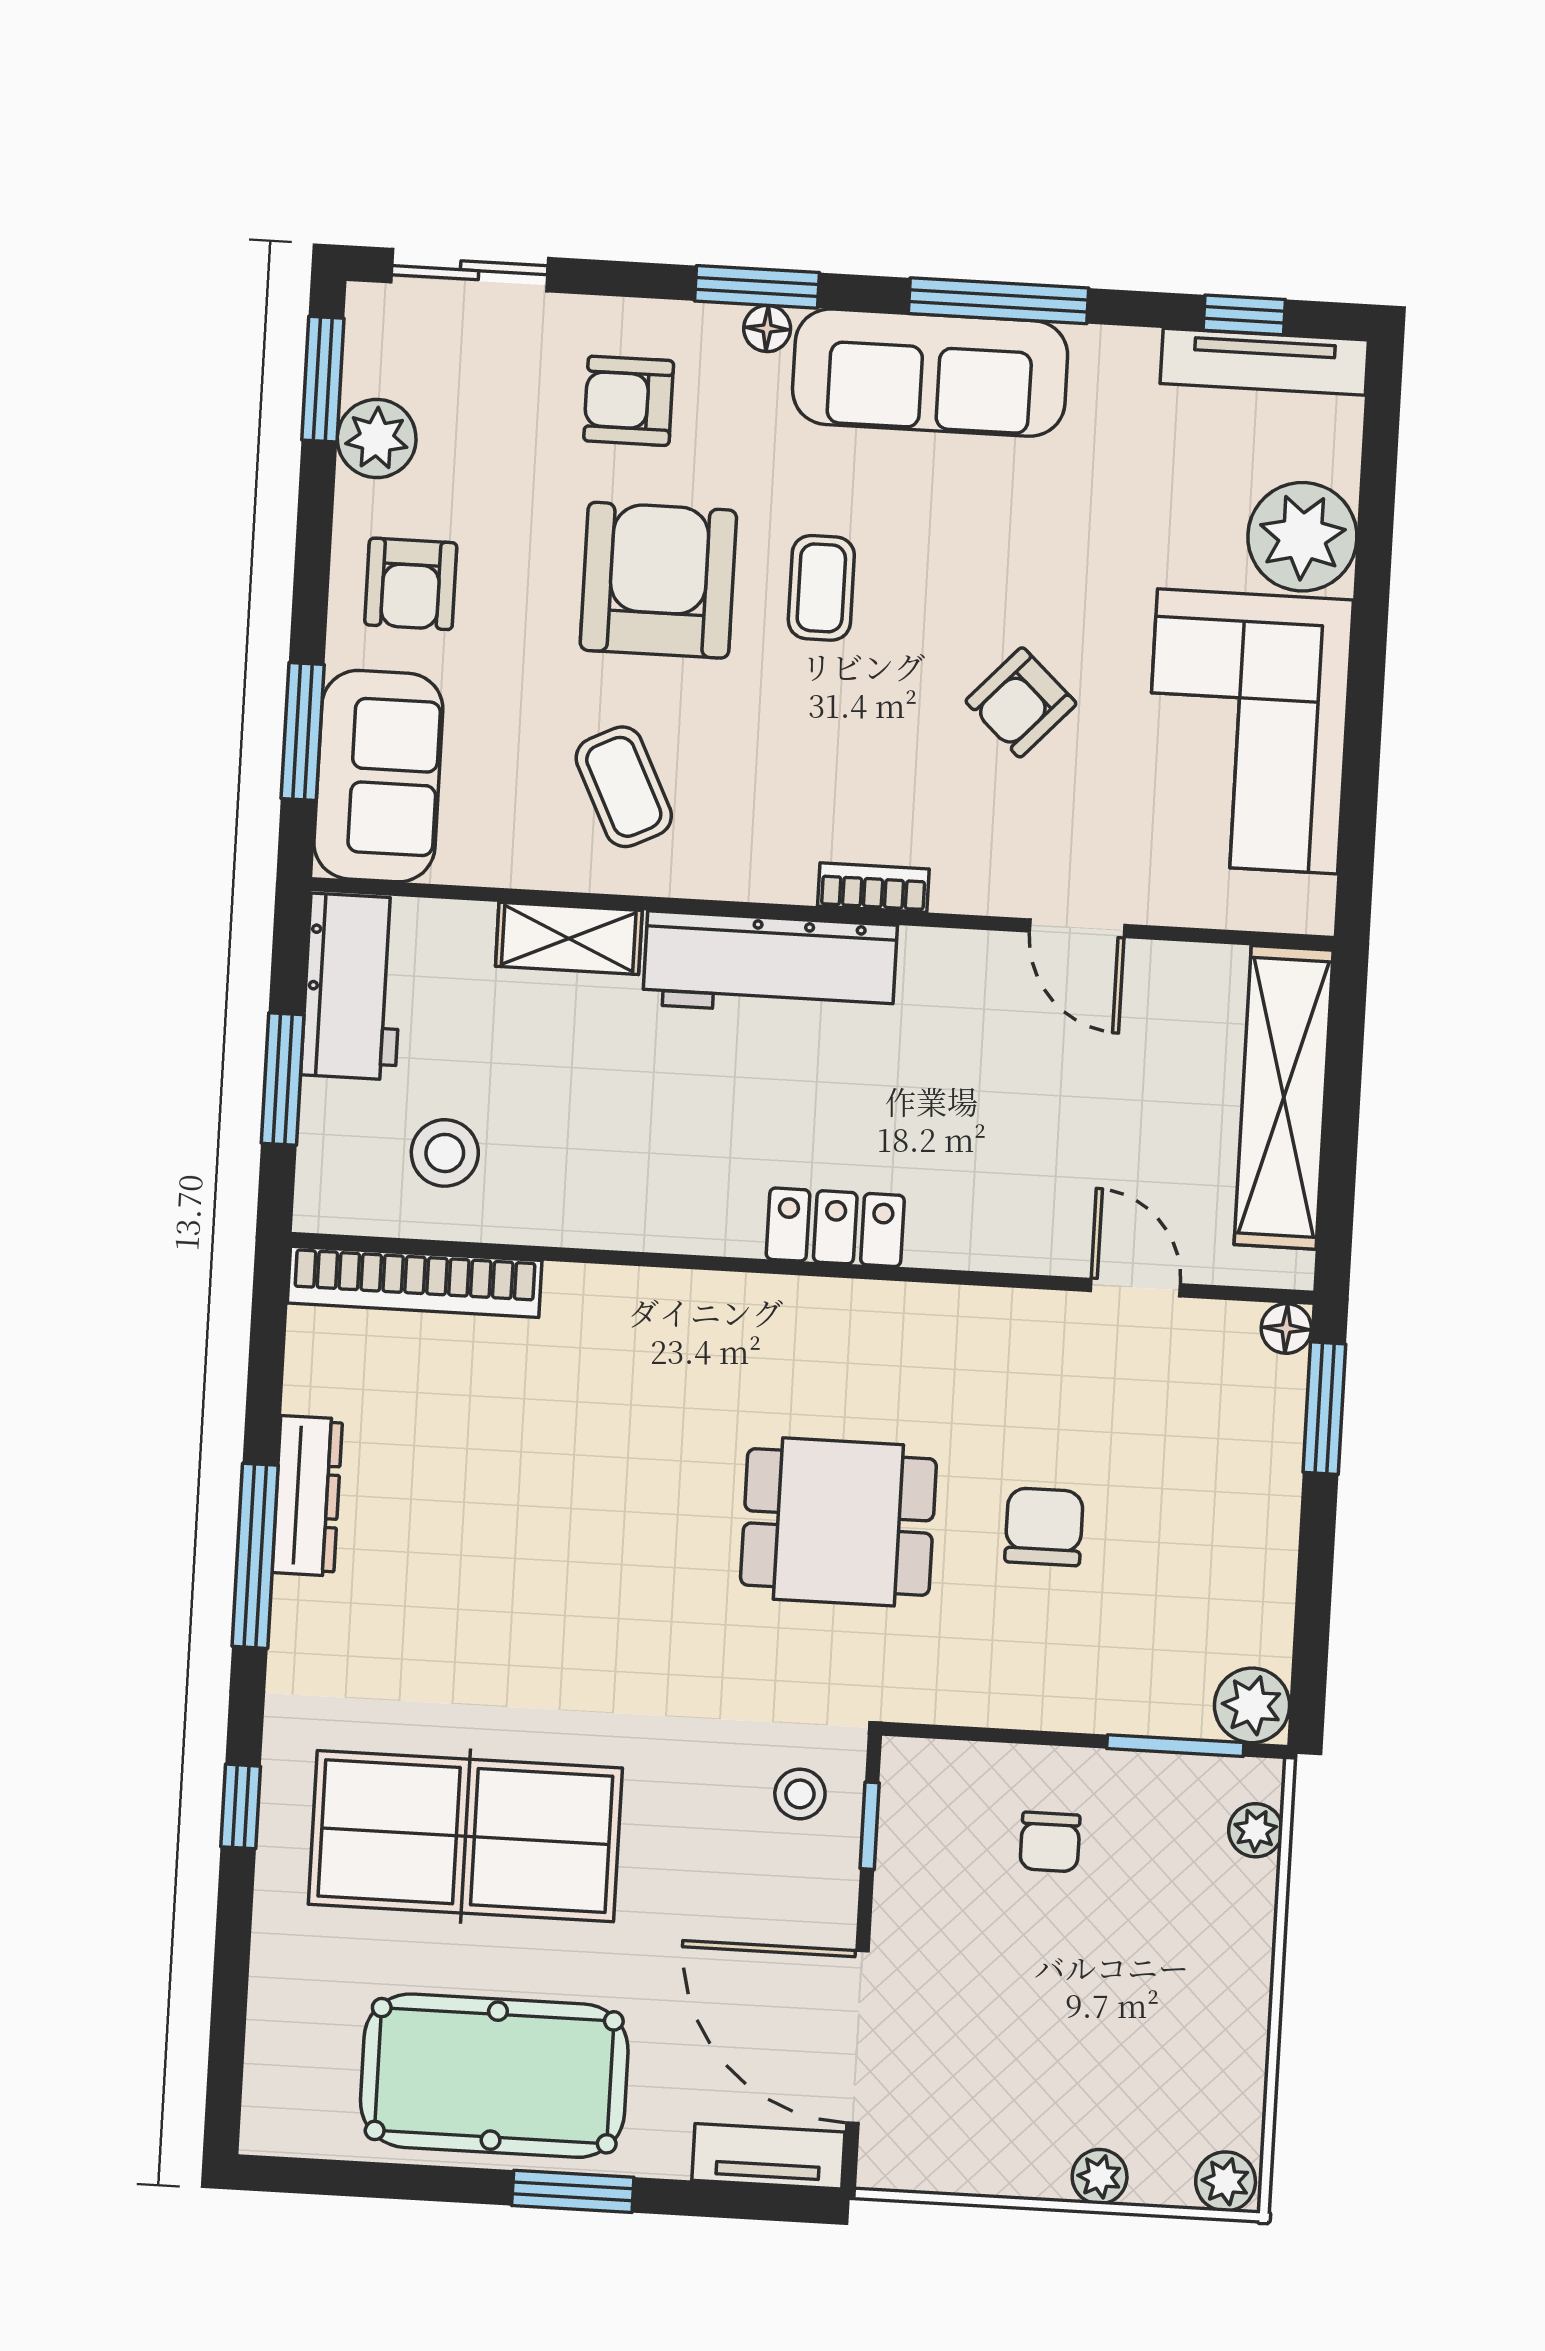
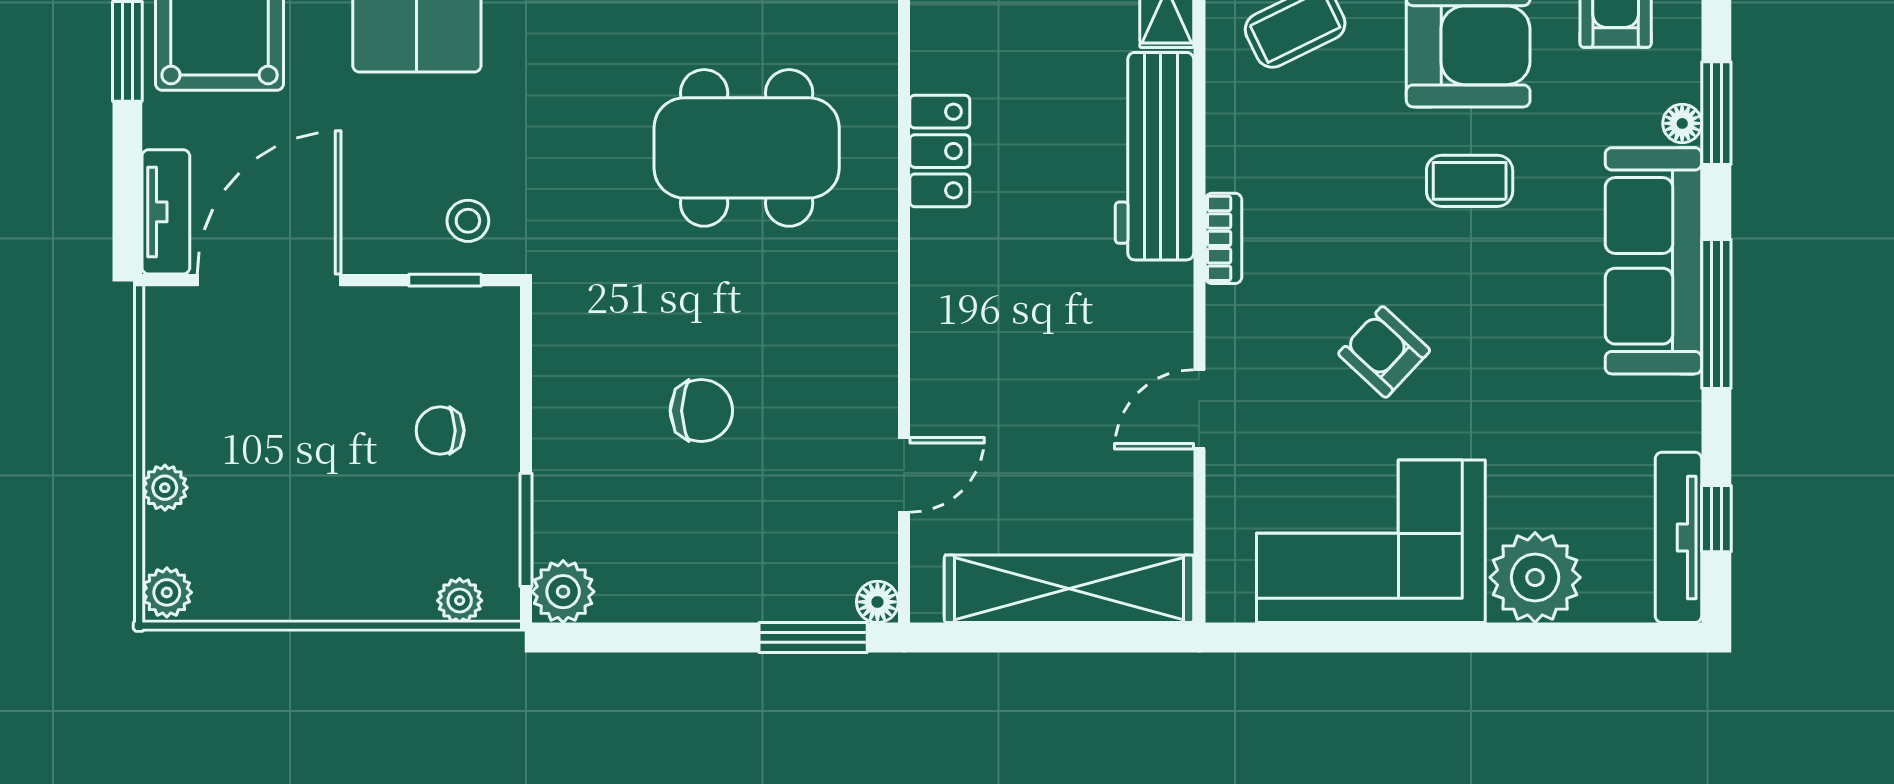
locker: (835, 1227) -> (940, 151), moved
dining table: (838, 1522) -> (747, 148), moved, width x1.38

